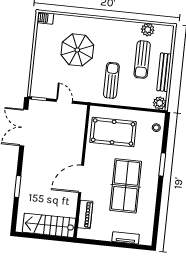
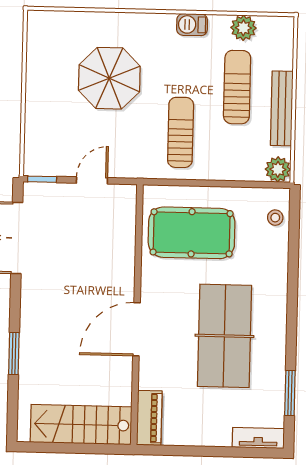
barbecue: (45, 18) -> (192, 25), moved
sun lounger: (142, 60) -> (237, 87), turned 180
door: (64, 101) -> (92, 180), hinge flipped
window: (162, 165) -> (290, 393), moved
piano: (85, 214) -> (149, 418), moved
tv unit: (126, 238) -> (258, 438), moved

